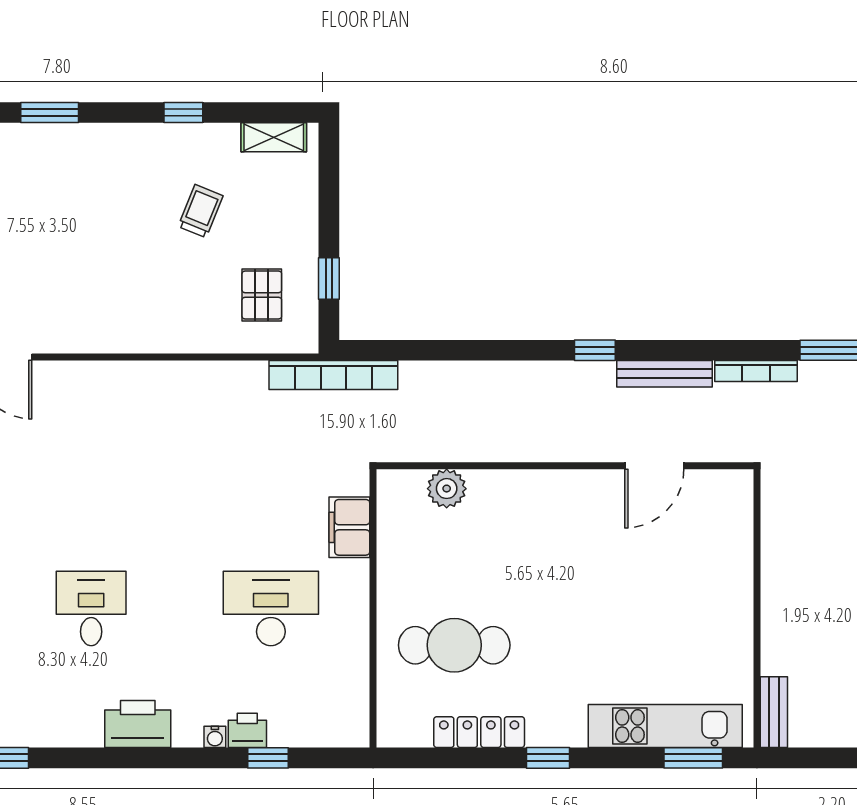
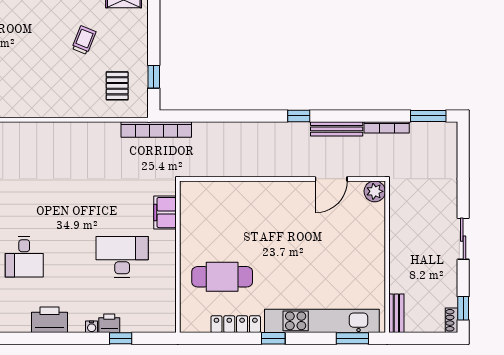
plant: (447, 489) -> (375, 191), moved
desk: (91, 608) -> (24, 257), turned 180
kitchen unit: (665, 726) -> (322, 321), width x1.36

